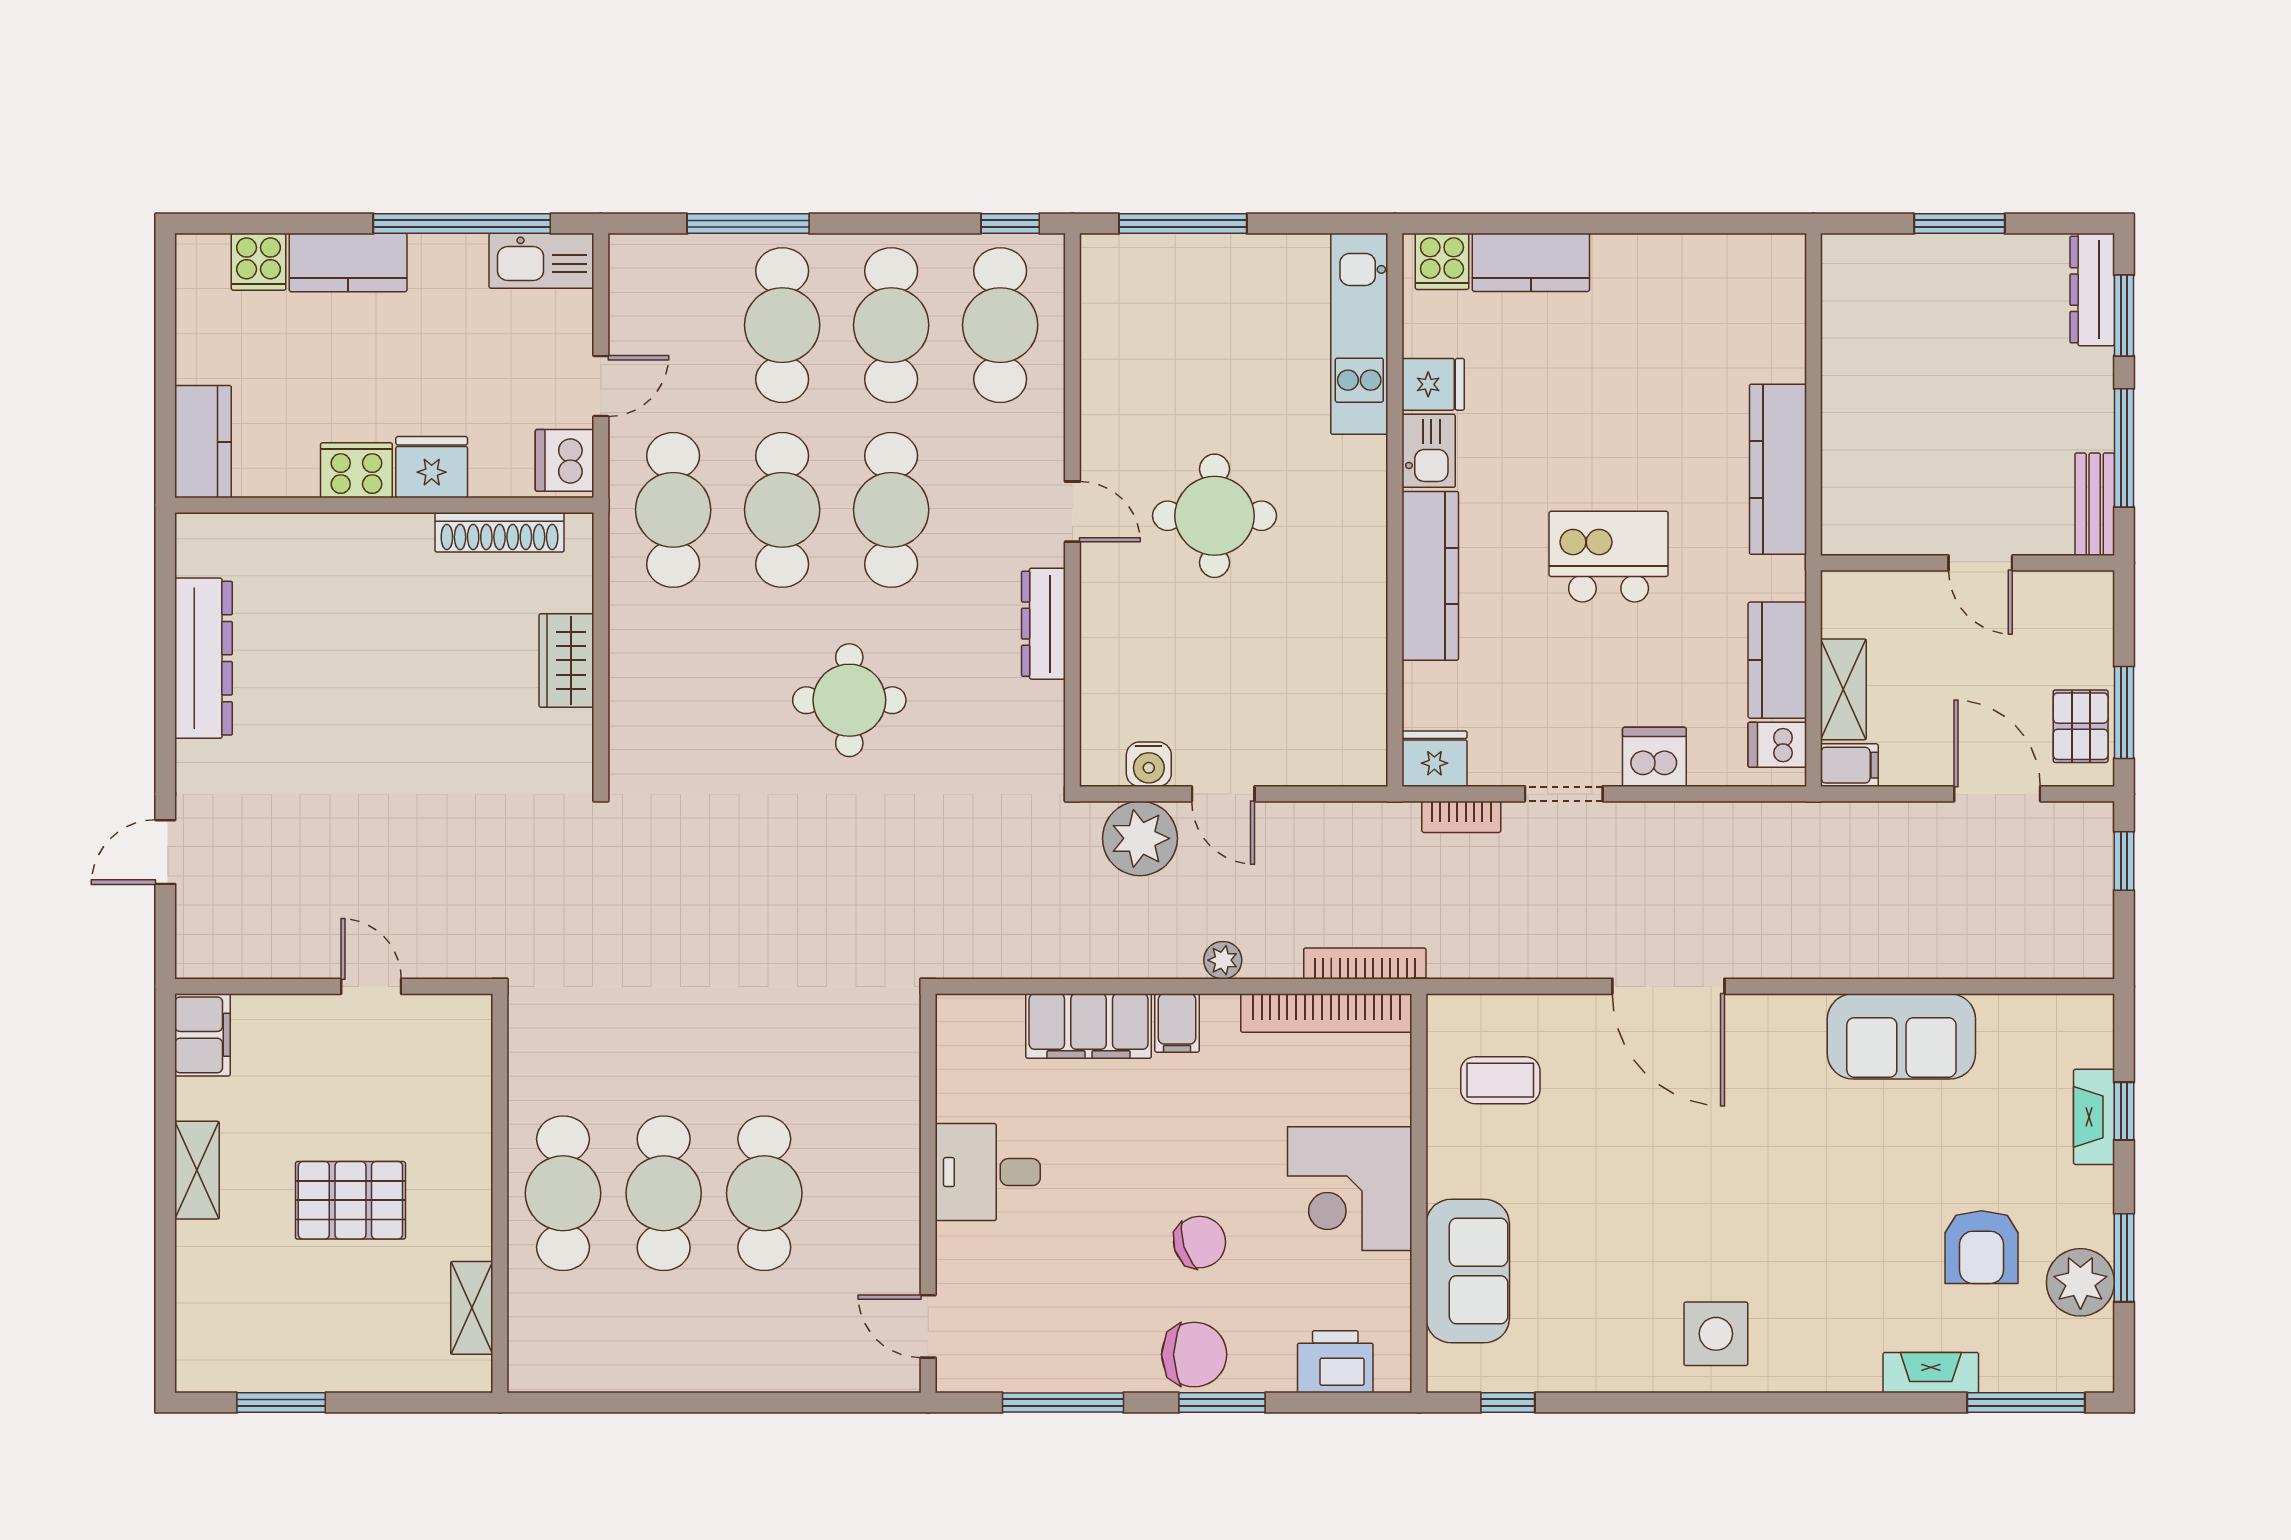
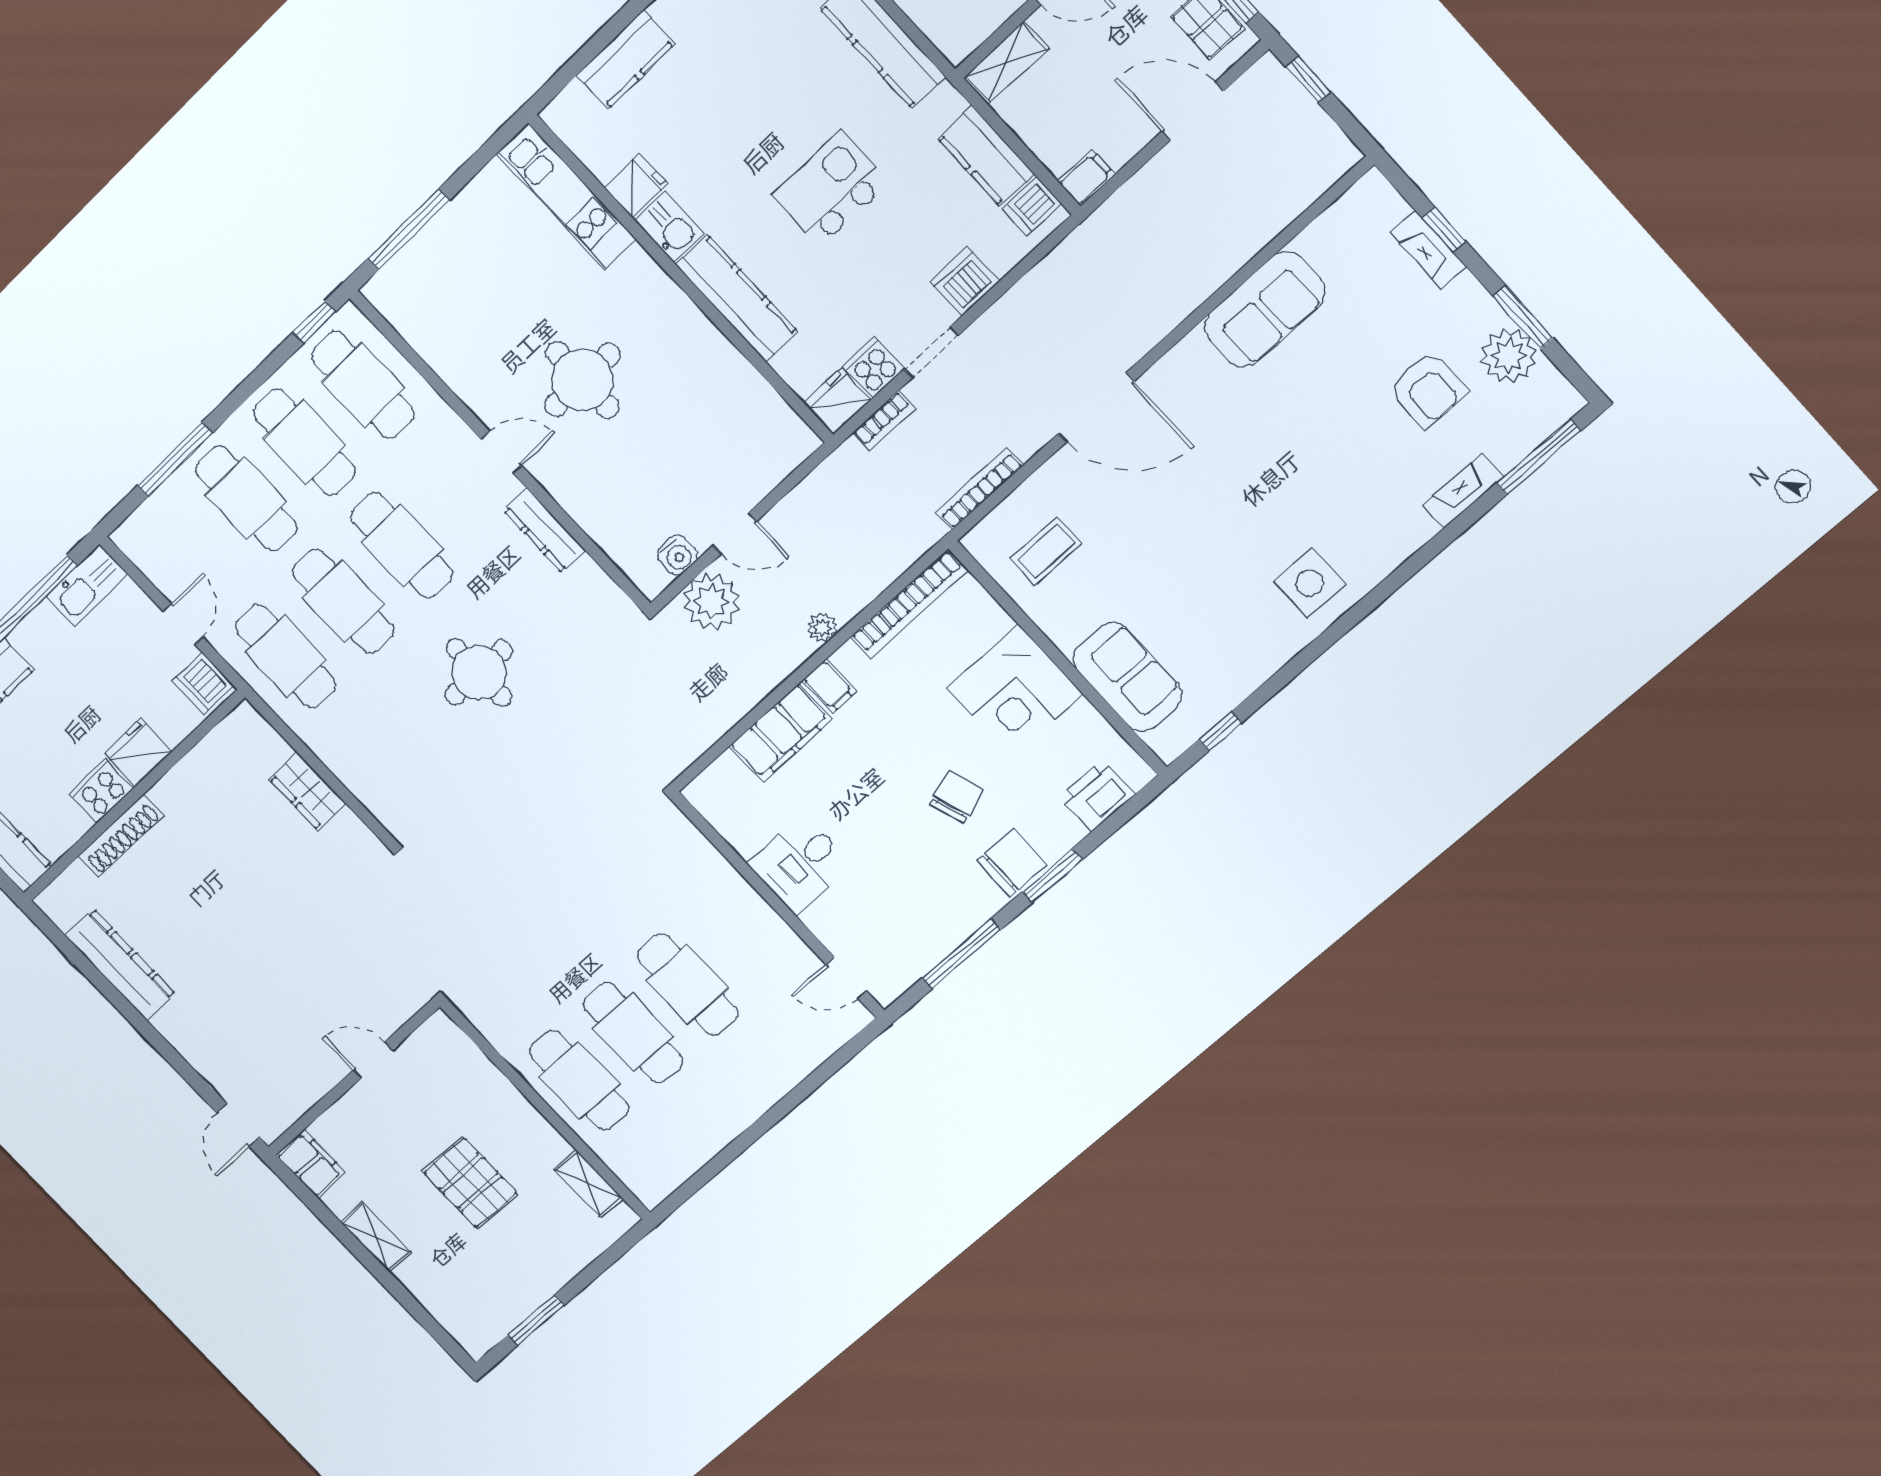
cooker: (1442, 261) -> (873, 368), moved, turned 180
shoe rack: (500, 532) -> (121, 836), moved
shelving: (1843, 689) -> (1006, 63), moved, turned 90
door: (165, 852) -> (238, 1125), moved
bookcase: (1365, 963) -> (980, 489), moved
pallet: (350, 1200) -> (470, 1183), turned 90

